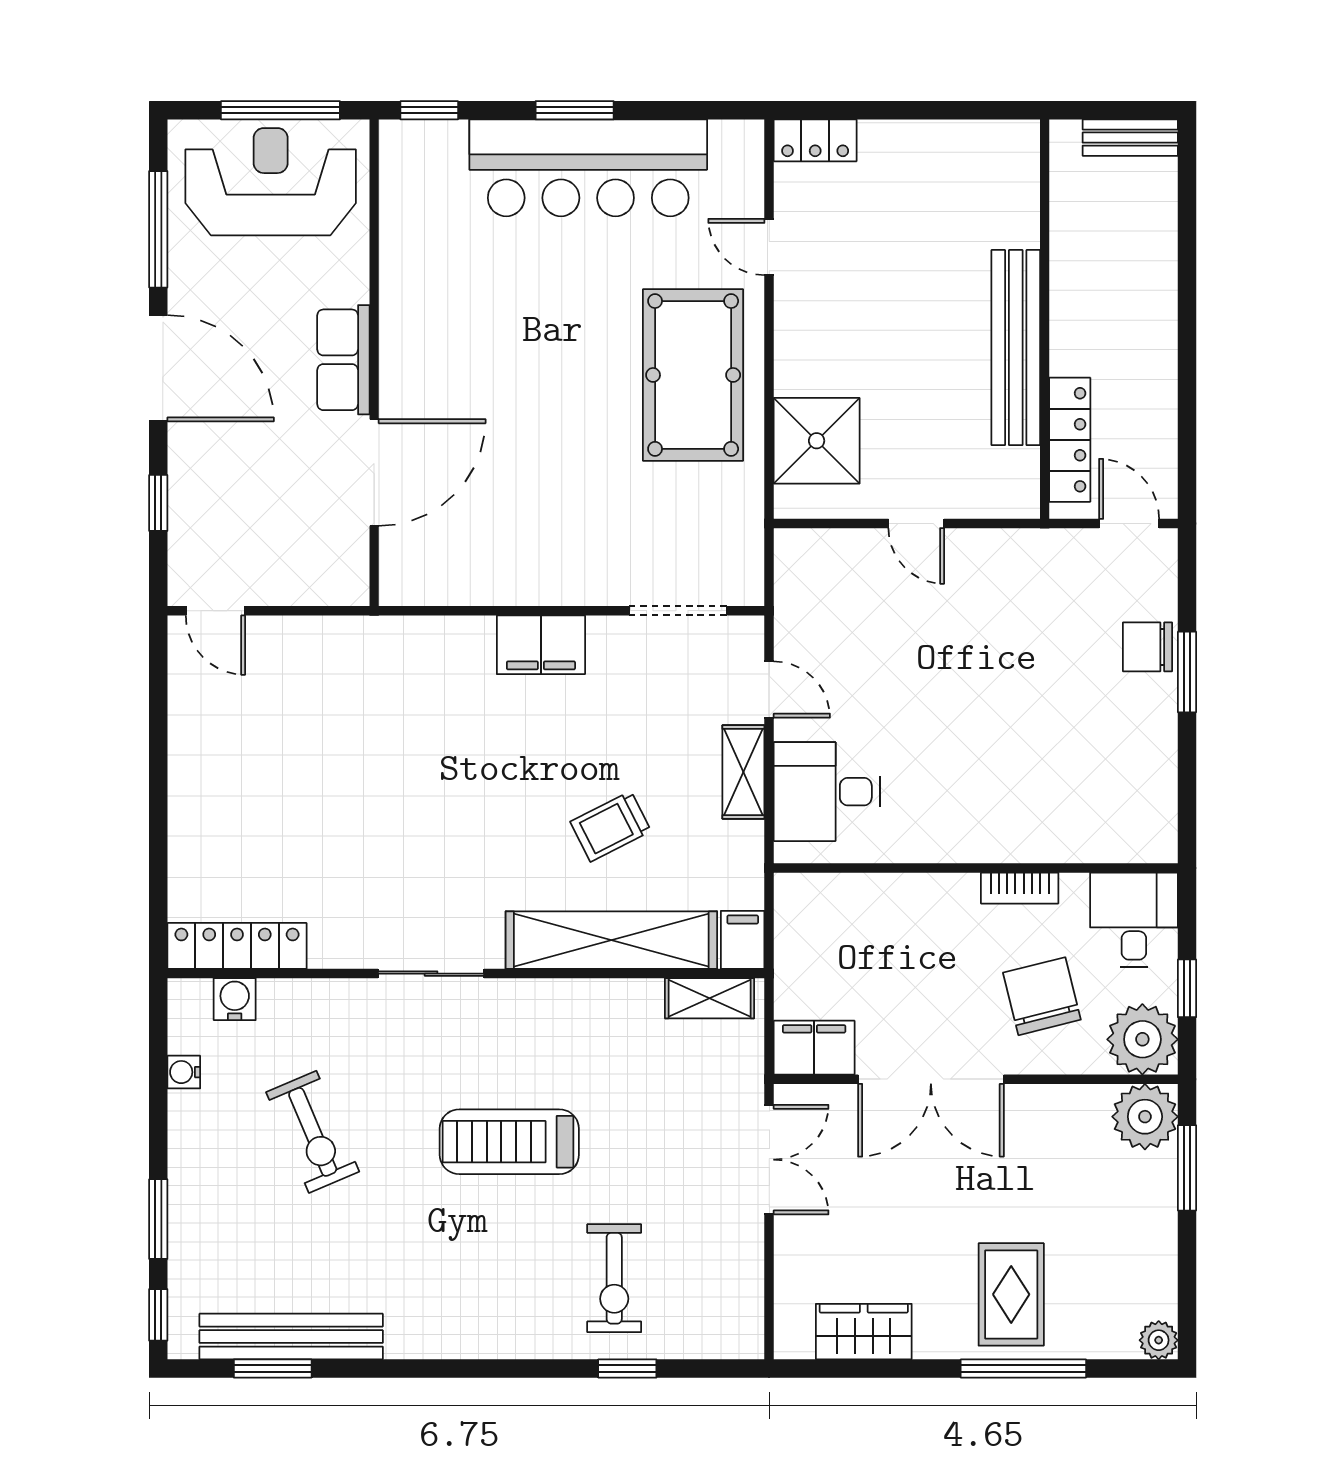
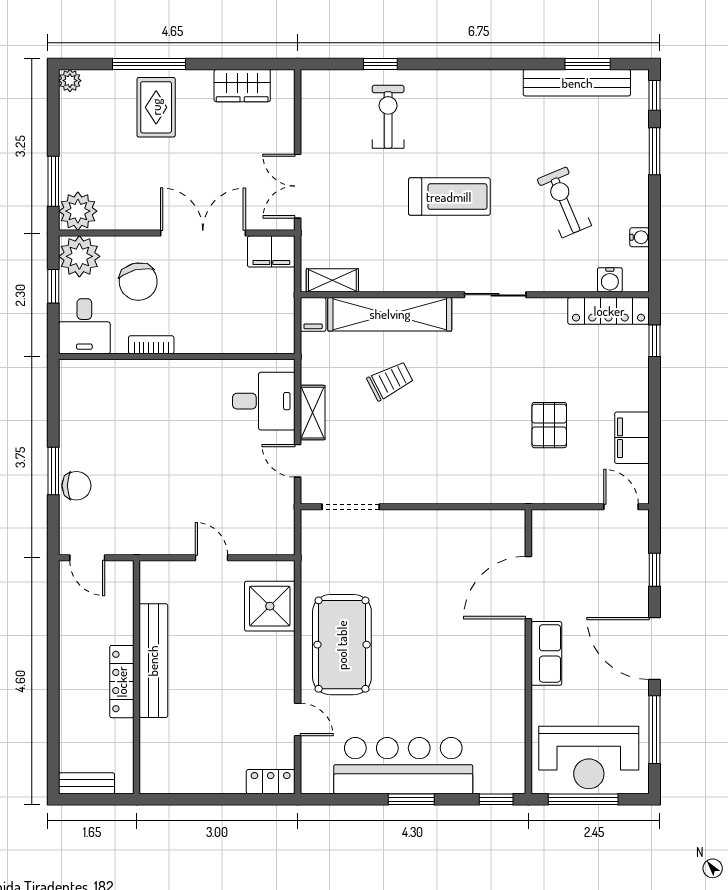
locker: (1070, 440) -> (122, 682), moved
filing cabinet: (541, 645) -> (632, 438), moved, turned -90
pallet: (338, 751) -> (549, 425), added
window: (158, 895) -> (654, 341), added

